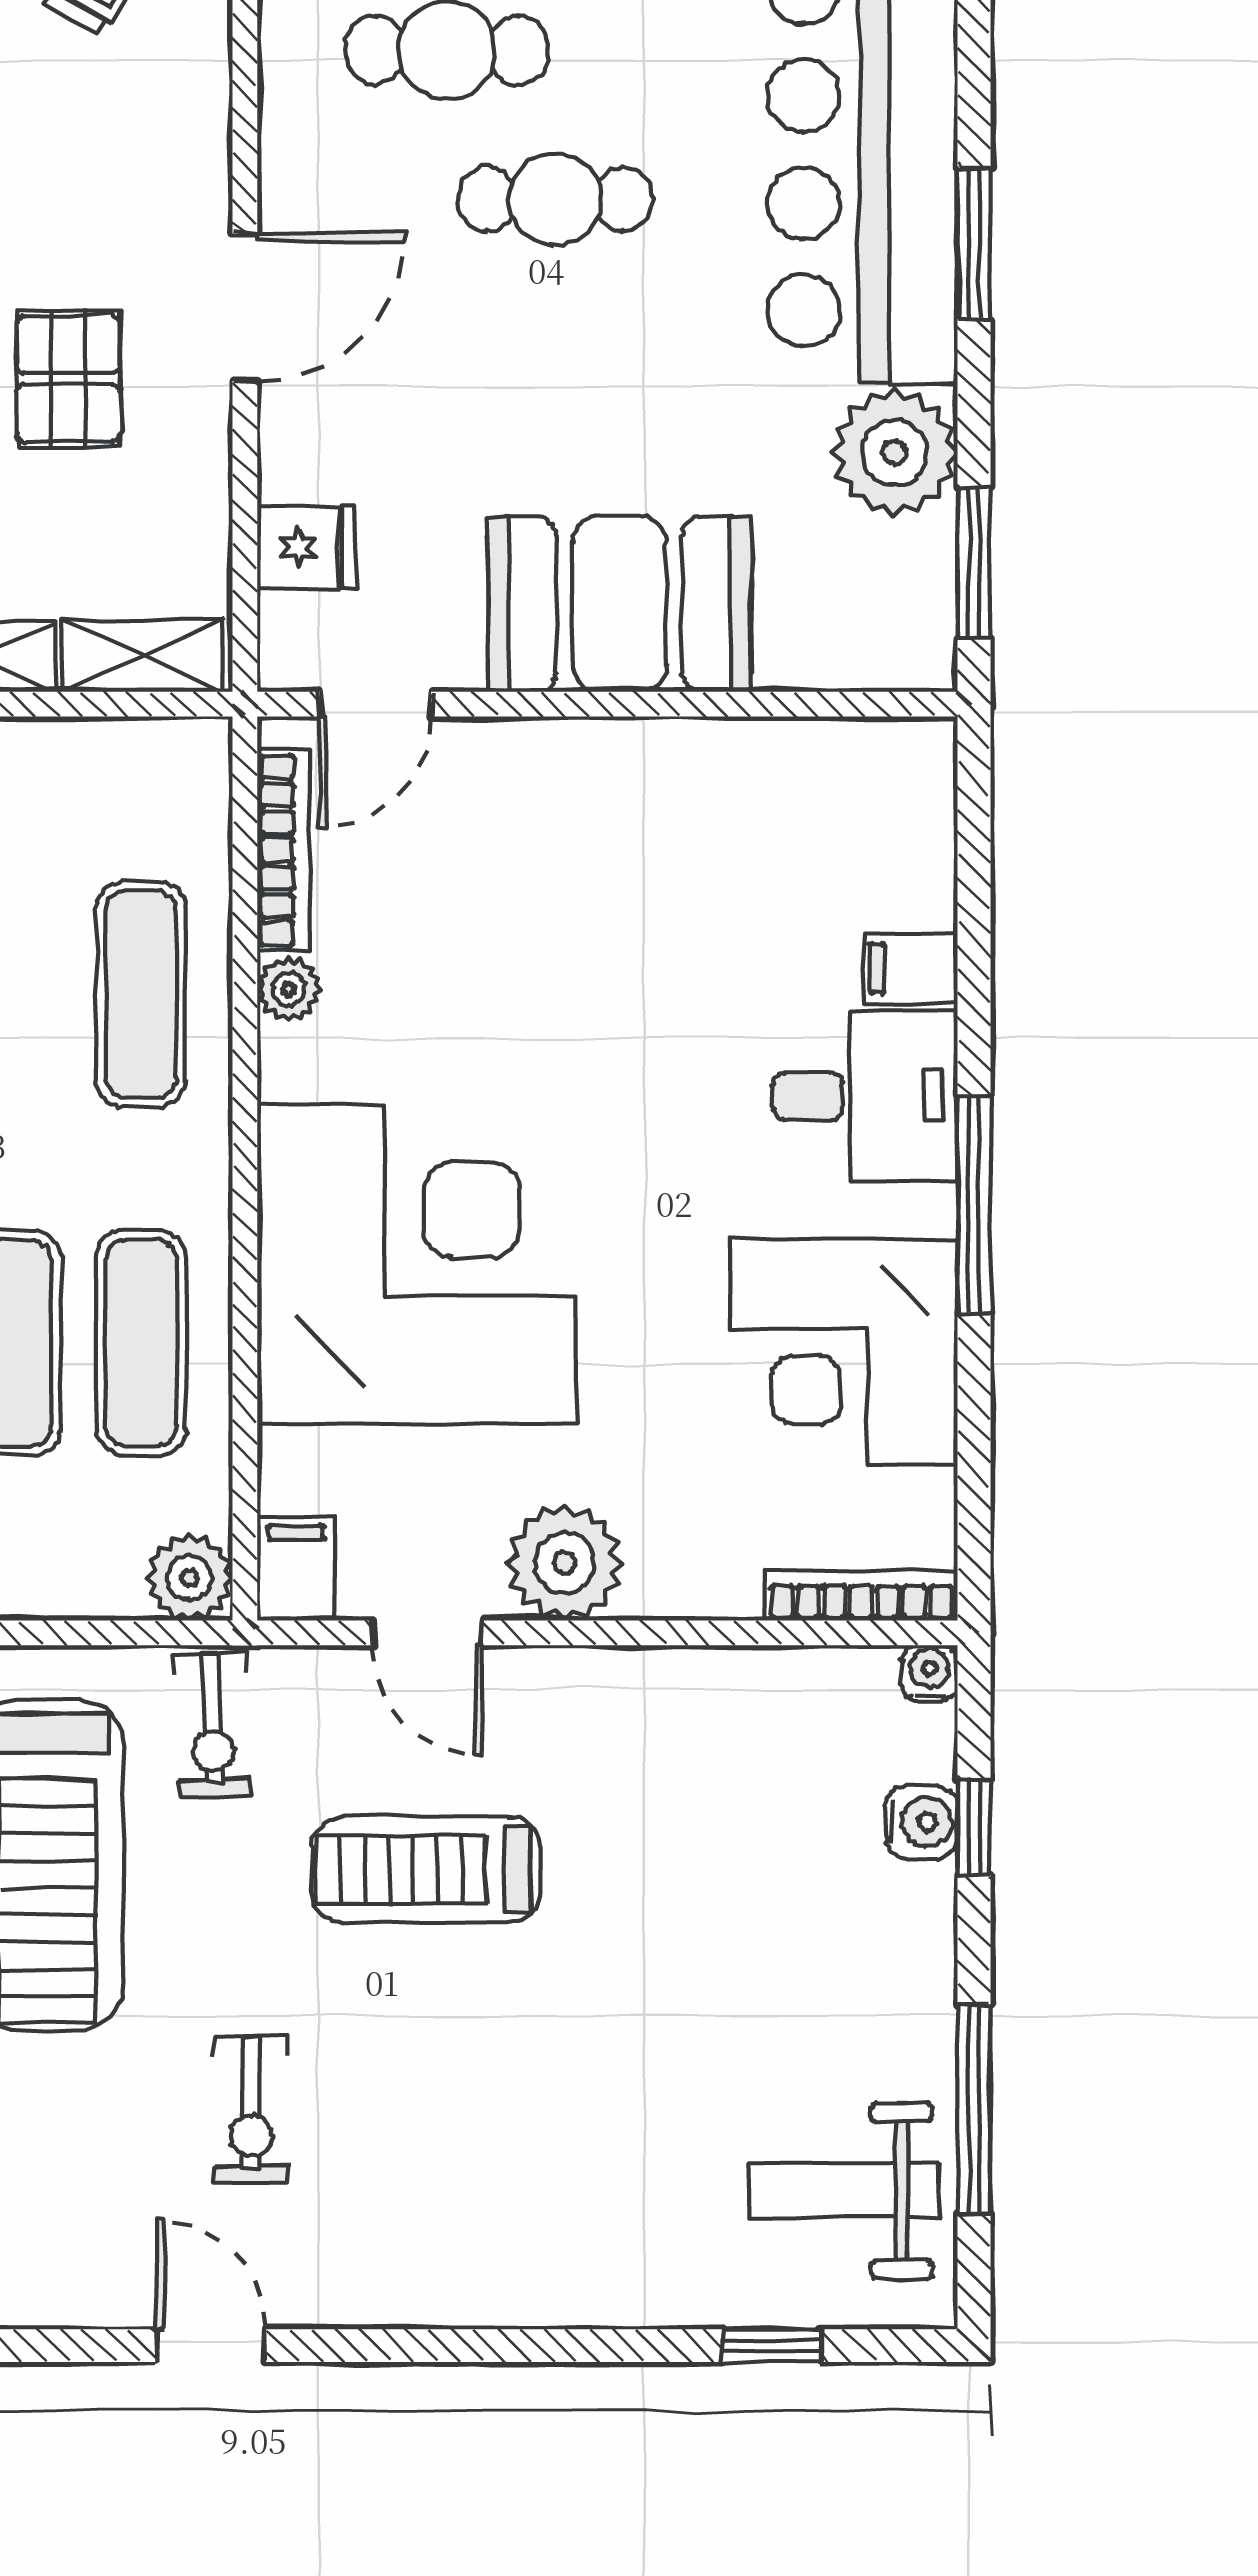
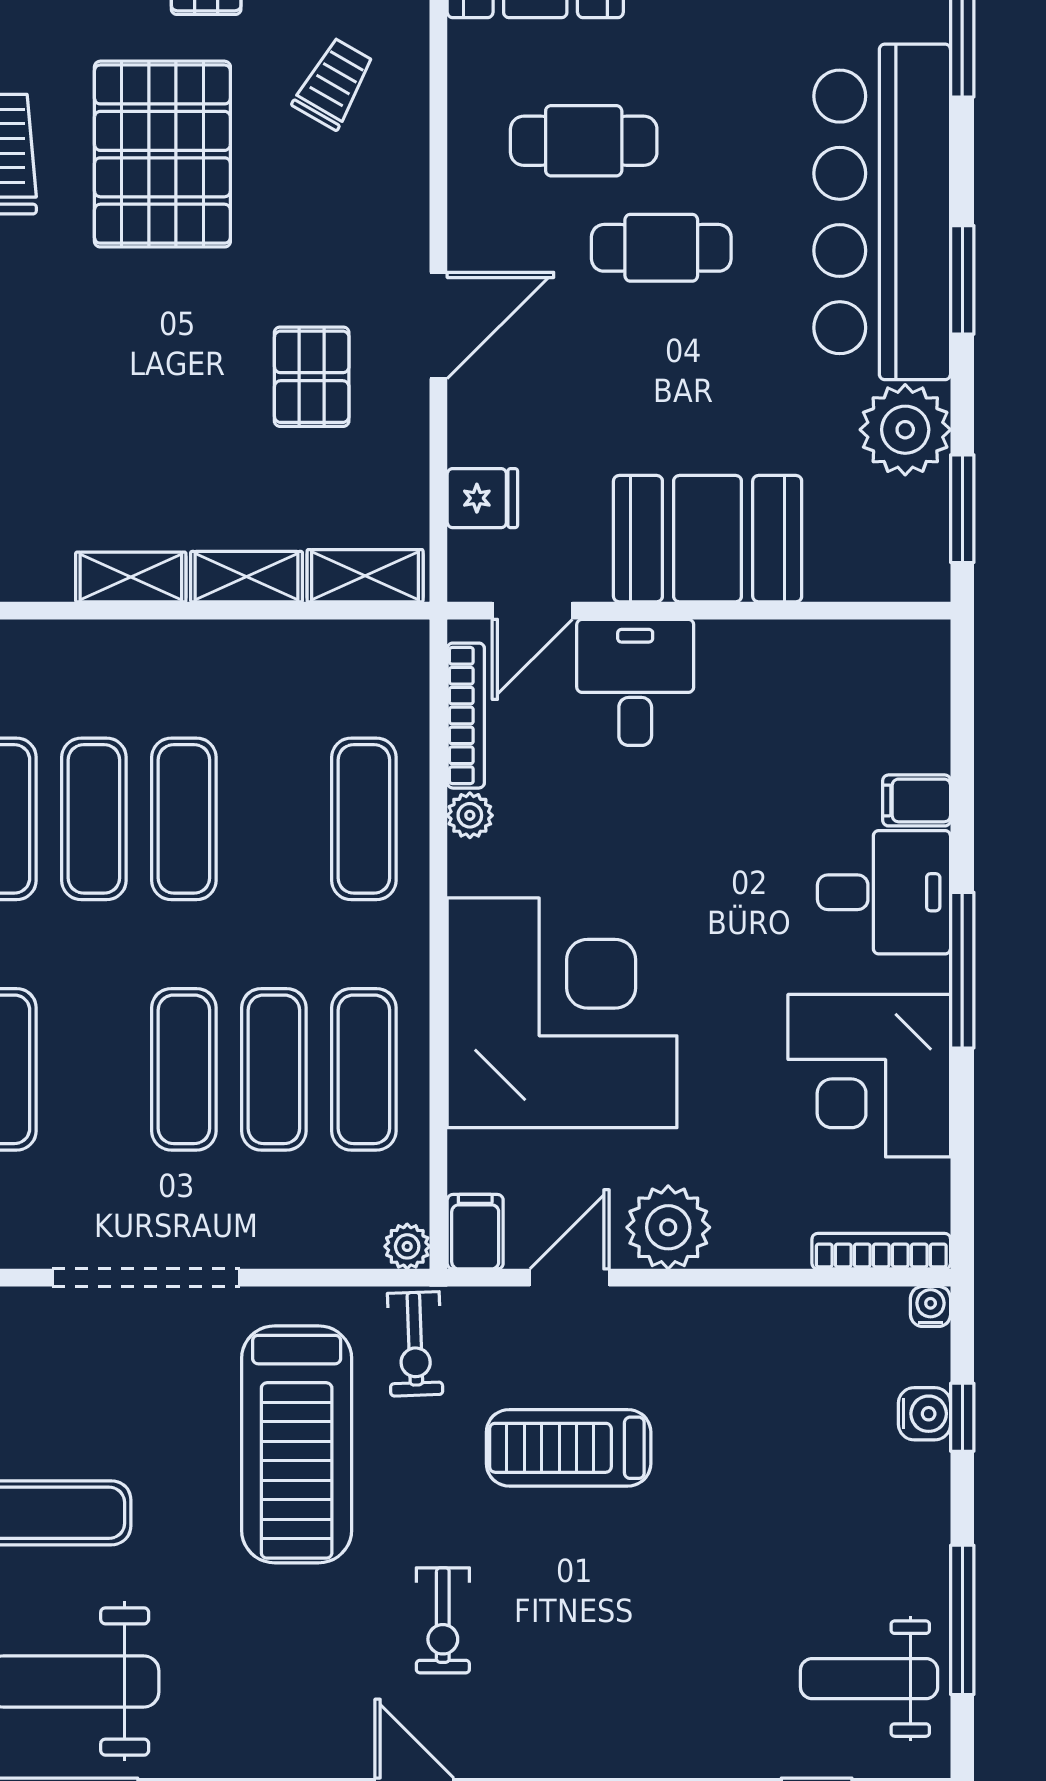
desk: (519, 804) -> (635, 682), added
plant: (190, 1578) -> (407, 1246), width x0.73, depth x0.73
door: (427, 1633) -> (570, 1278), swing flipped

